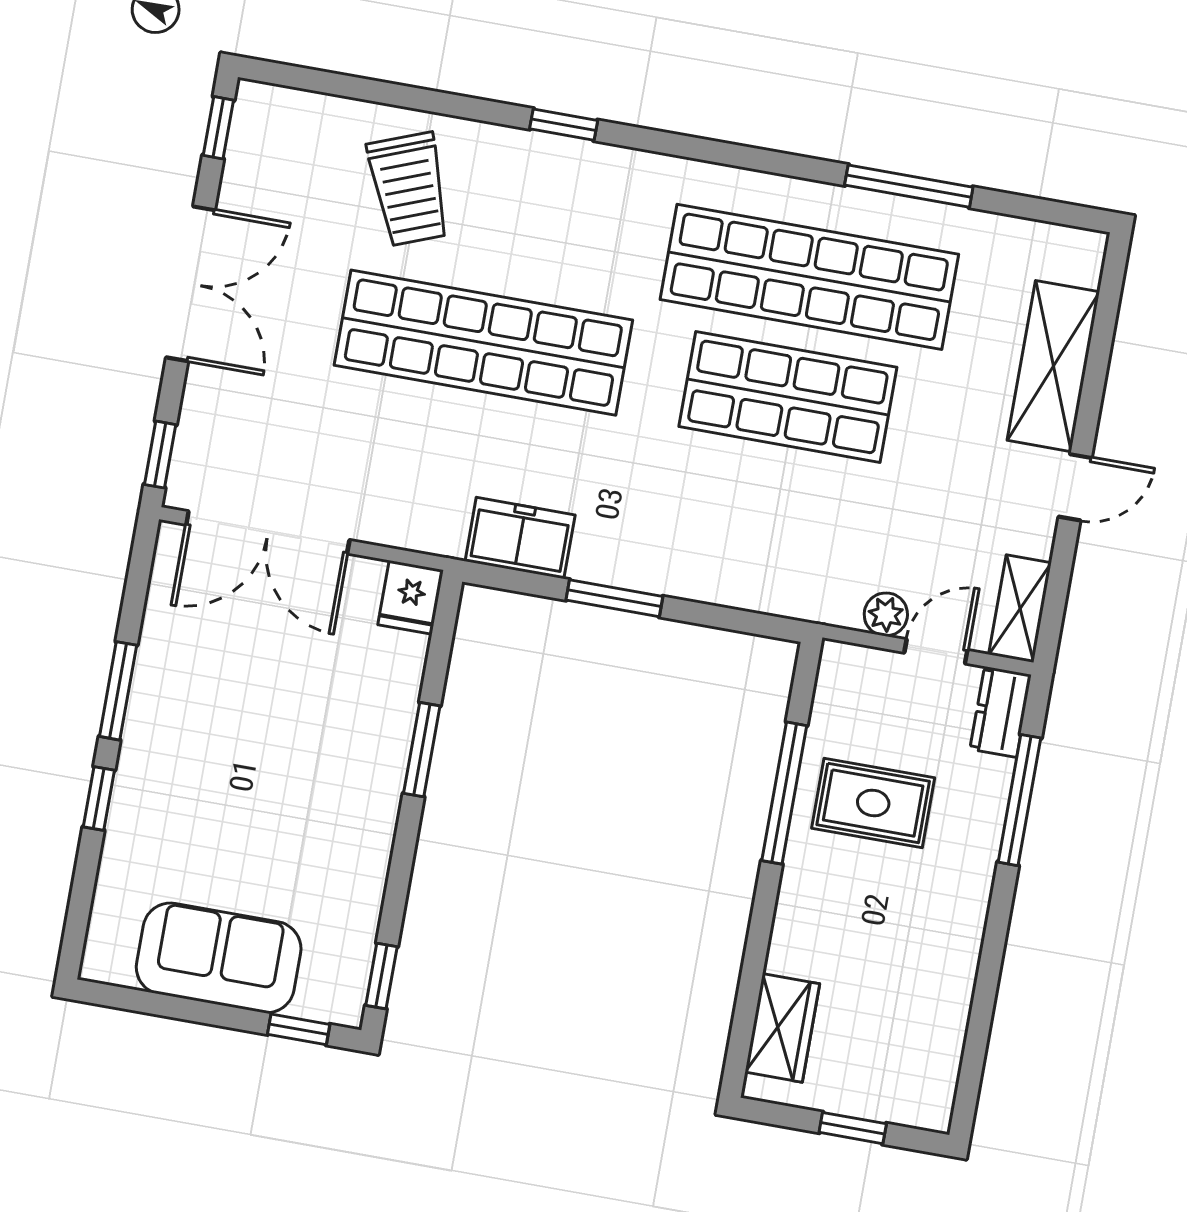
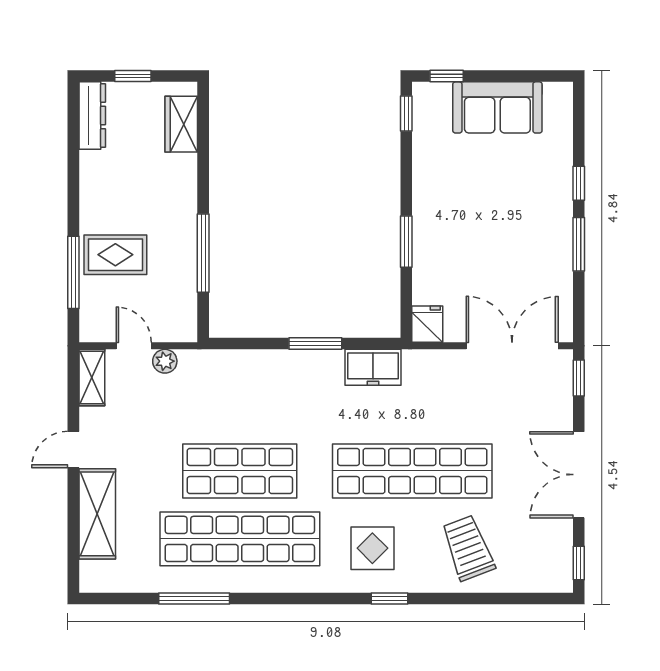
display table: (578, 219) -> (372, 548), added
door: (936, 651) -> (134, 346), swing flipped
dresser: (1001, 712) -> (92, 115), moved, width x1.44
rug: (873, 803) -> (115, 255), moved

